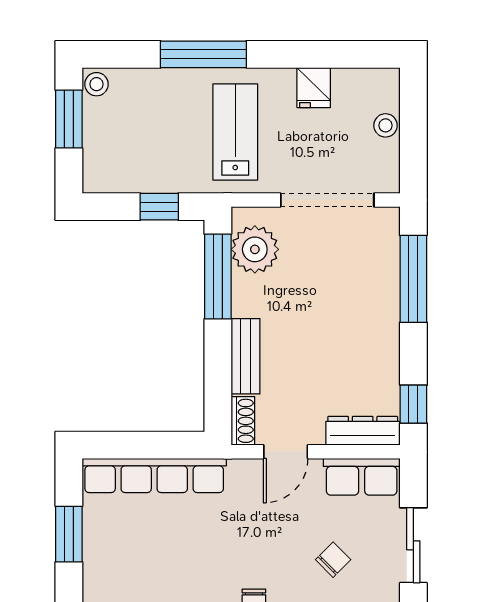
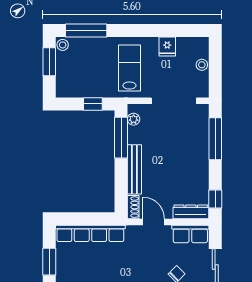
window: (203, 54) -> (86, 31), moved
plant: (255, 249) -> (134, 119), width x0.53, depth x0.53
bench: (246, 356) -> (134, 169), width x1.36
door: (286, 452) -> (154, 222), swing flipped

